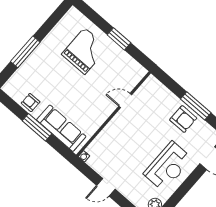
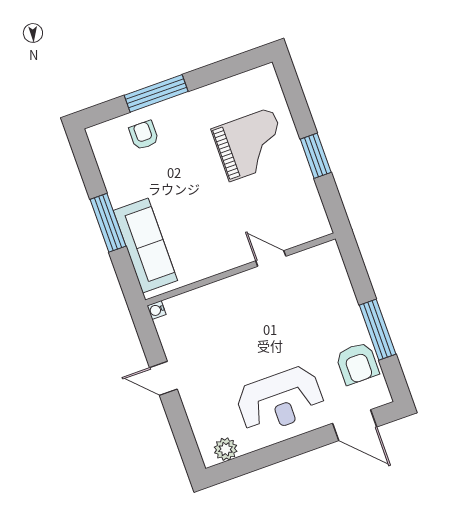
armchair: (31, 102) -> (144, 135), moved
armchair: (183, 119) -> (357, 363), moved

